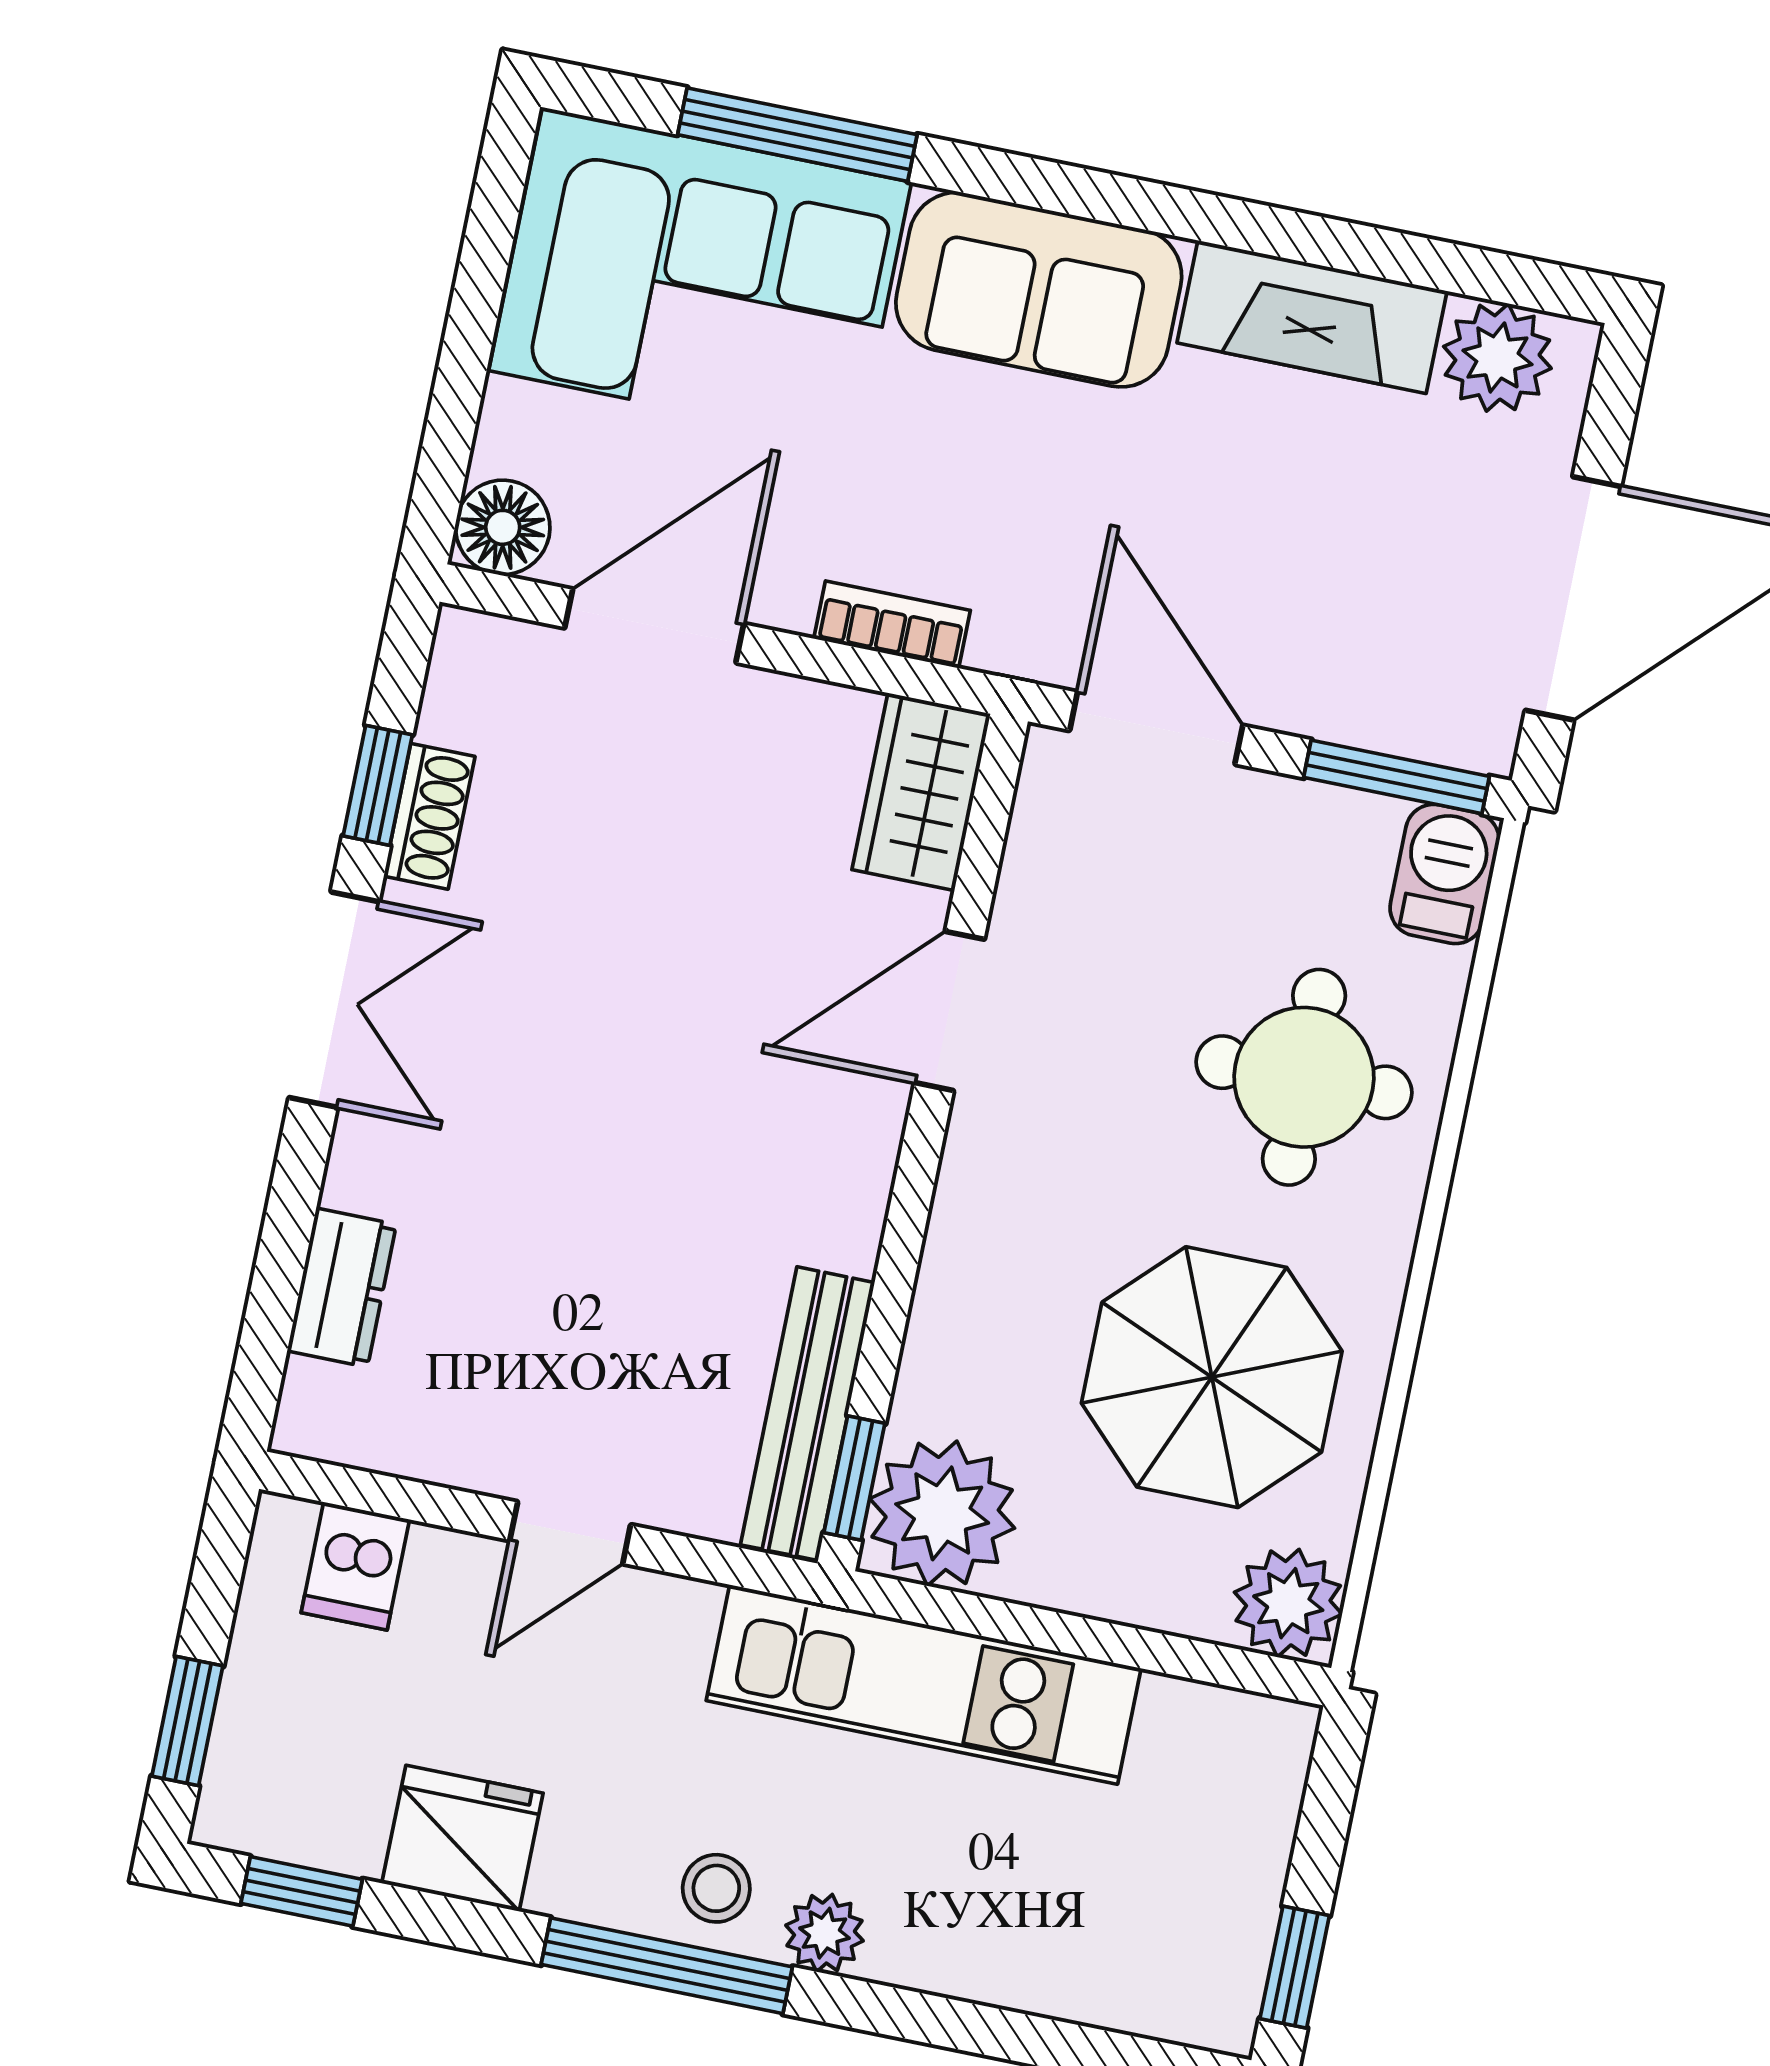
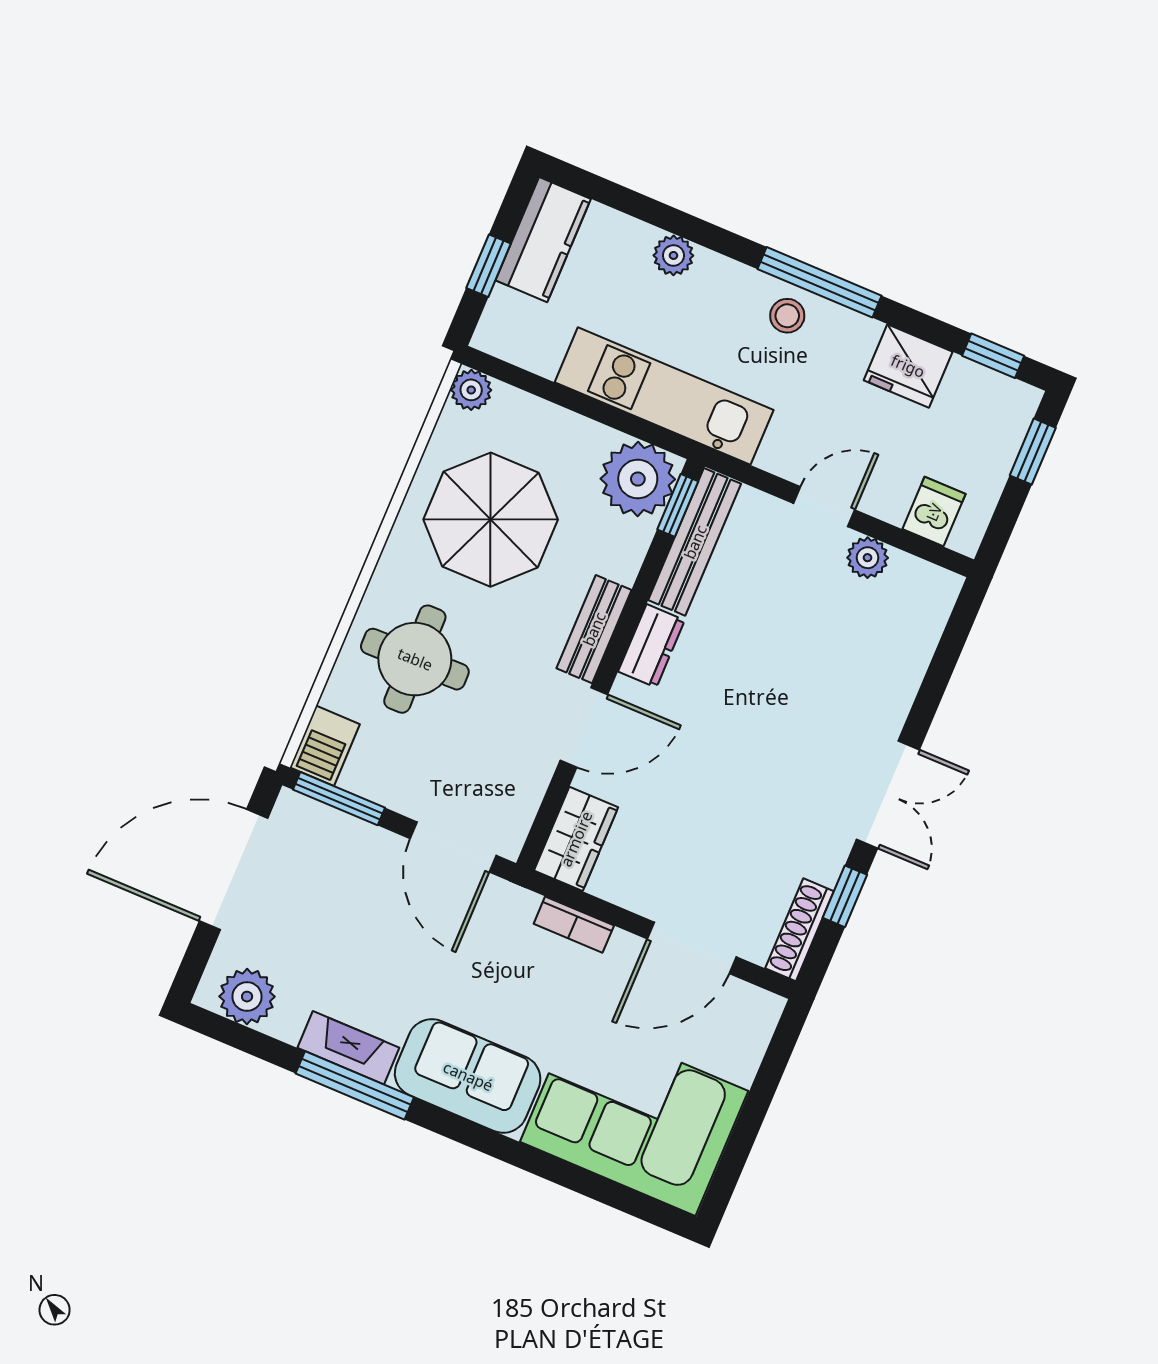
window: (797, 135) -> (355, 1085), moved
fireplace: (1312, 317) -> (348, 1048), width x0.73, depth x0.76
floor lamp: (503, 527) -> (757, 1012), removed
shoe rack: (429, 816) -> (800, 930), moved, width x1.43
double door: (334, 1000) -> (888, 794), swing flipped
bench: (968, 1205) -> (594, 629), added
dresser: (342, 1288) -> (651, 646), moved, turned 180
plant: (466, 1451) -> (868, 558), added
plant: (1288, 1603) -> (471, 390), width x0.73, depth x0.73
plant: (824, 1933) -> (673, 255), moved
kitchen counter: (1219, 1940) -> (543, 240), added
window: (1295, 1967) -> (489, 266), moved

